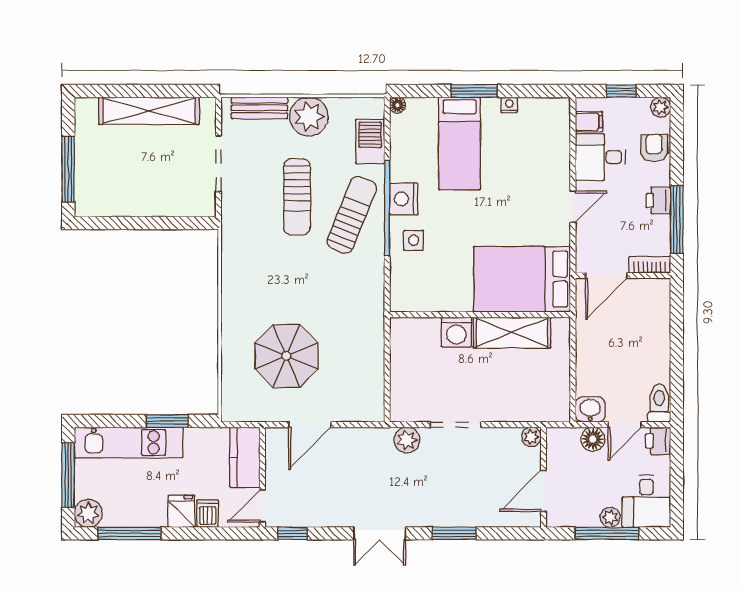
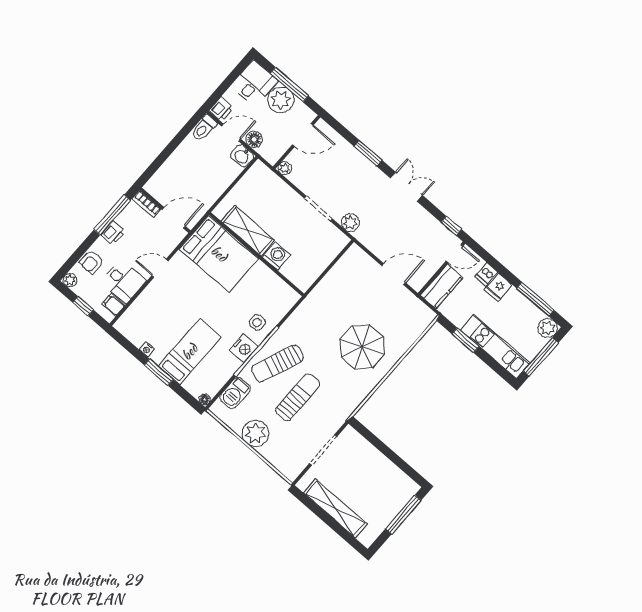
bench: (259, 108) -> (277, 460), removed
parasol: (286, 356) -> (362, 347), moved
plant: (610, 517) -> (281, 100), width x1.88, depth x1.88

